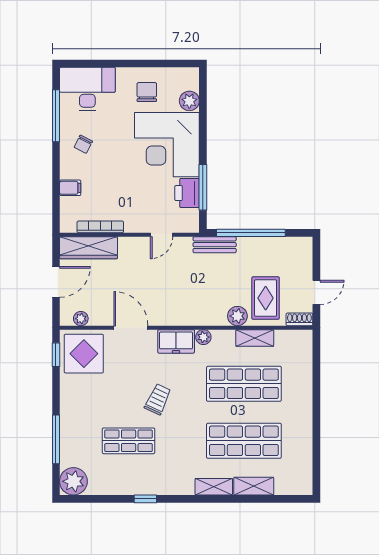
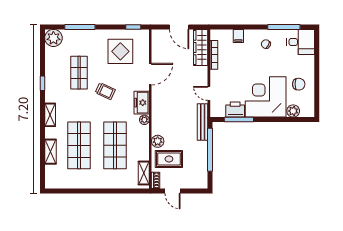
desk: (87, 89) -> (301, 42), width x0.73
bench: (215, 245) -> (203, 122), width x1.36
plant: (81, 319) -> (156, 43), removed
shelving: (255, 338) -> (144, 173), moved
display table: (84, 354) -> (120, 51), moved
shelving: (214, 487) -> (50, 115), moved

